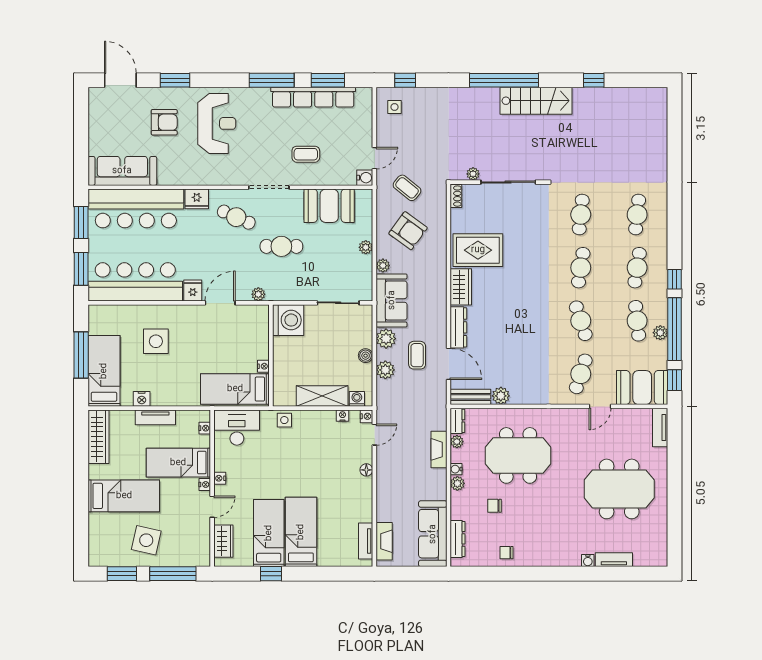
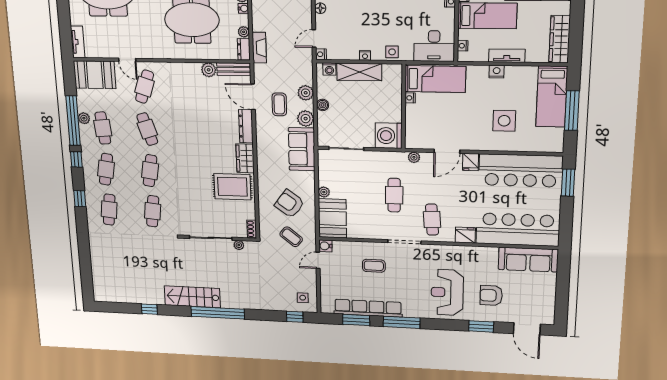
booth: (329, 206) -> (332, 218), moved, turned 90
cafe table: (236, 217) -> (432, 220), turned 62
window: (81, 223) -> (566, 220), removed
cafe table: (281, 246) -> (394, 195), turned 90
plant: (383, 266) -> (309, 177), removed
window: (674, 380) -> (80, 199), moved
nightstand: (142, 399) -> (497, 72), moved
door: (600, 406) -> (127, 60), swing flipped
nightstand: (343, 416) -> (365, 55), moved
fireplace: (439, 449) -> (259, 48), moved

